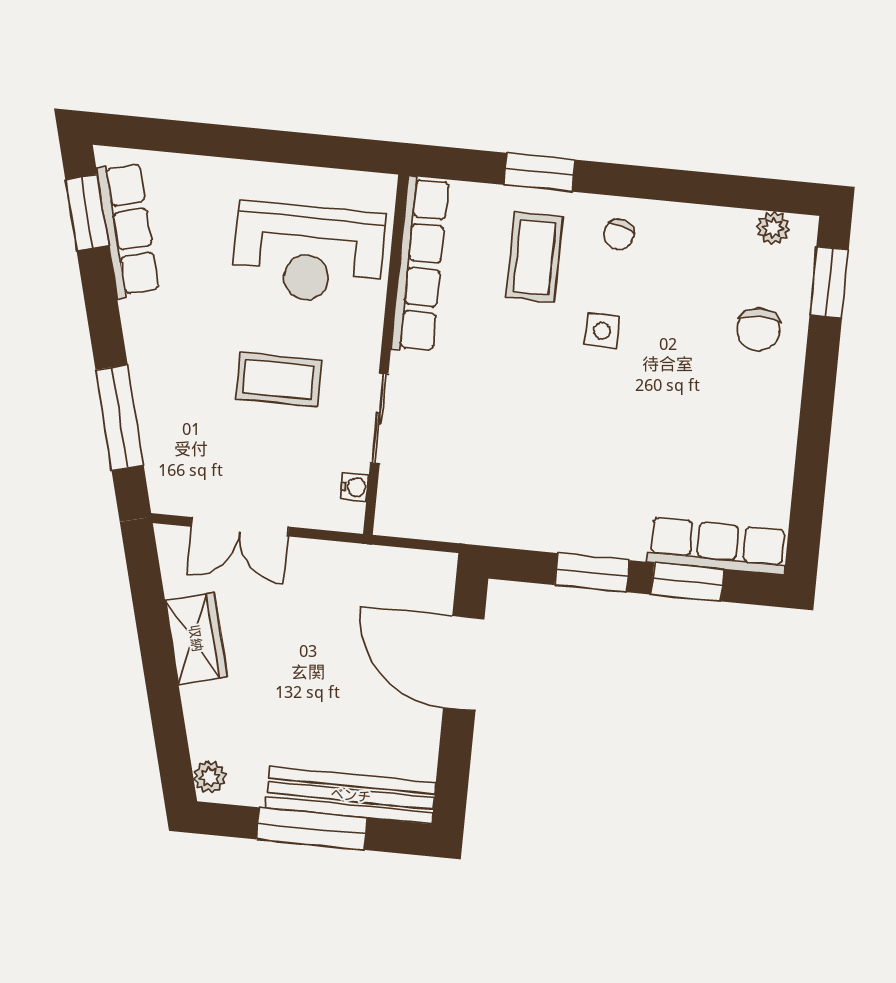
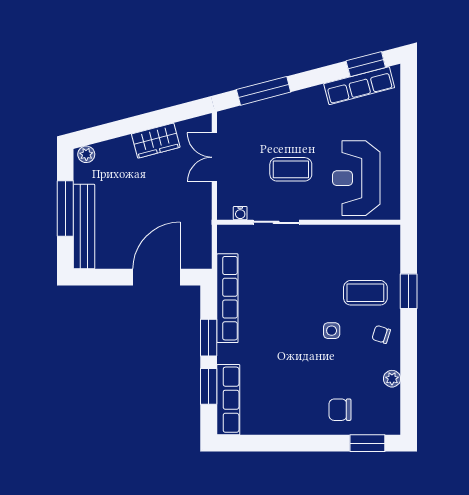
plant: (773, 228) -> (392, 379), moved
row of seats: (420, 265) -> (227, 298), moved, turned -90
coffee table: (278, 380) -> (291, 169), turned 90

